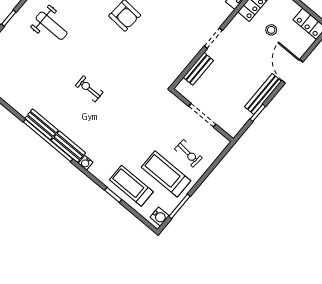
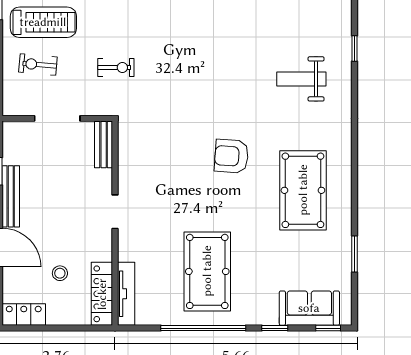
bench: (198, 69) -> (104, 145), moved
exercise bike: (89, 89) -> (116, 67), moved

